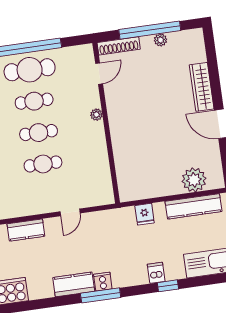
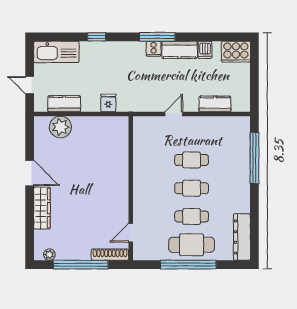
plant: (160, 40) -> (49, 255), moved
plant: (96, 115) -> (138, 197), removed
kitchen counter: (193, 206) -> (64, 104), width x0.67
dishwasher: (156, 273) -> (205, 50), moved

